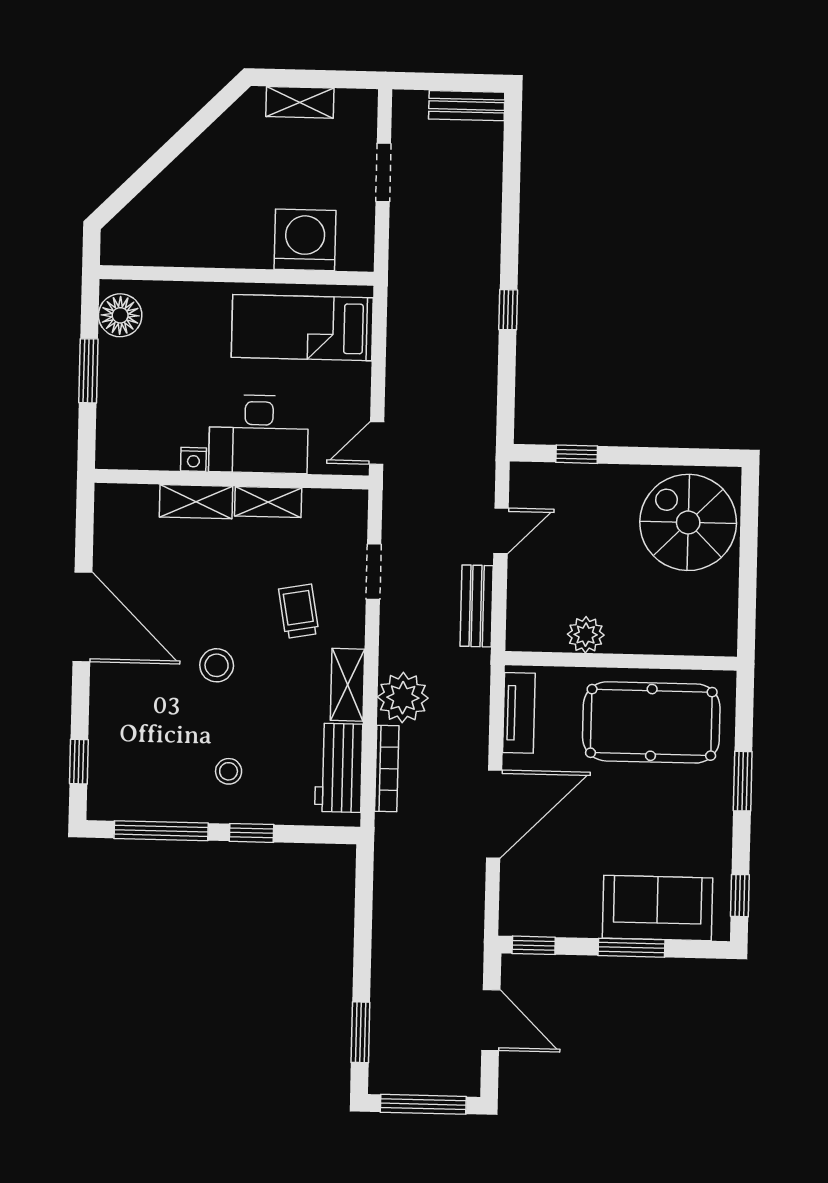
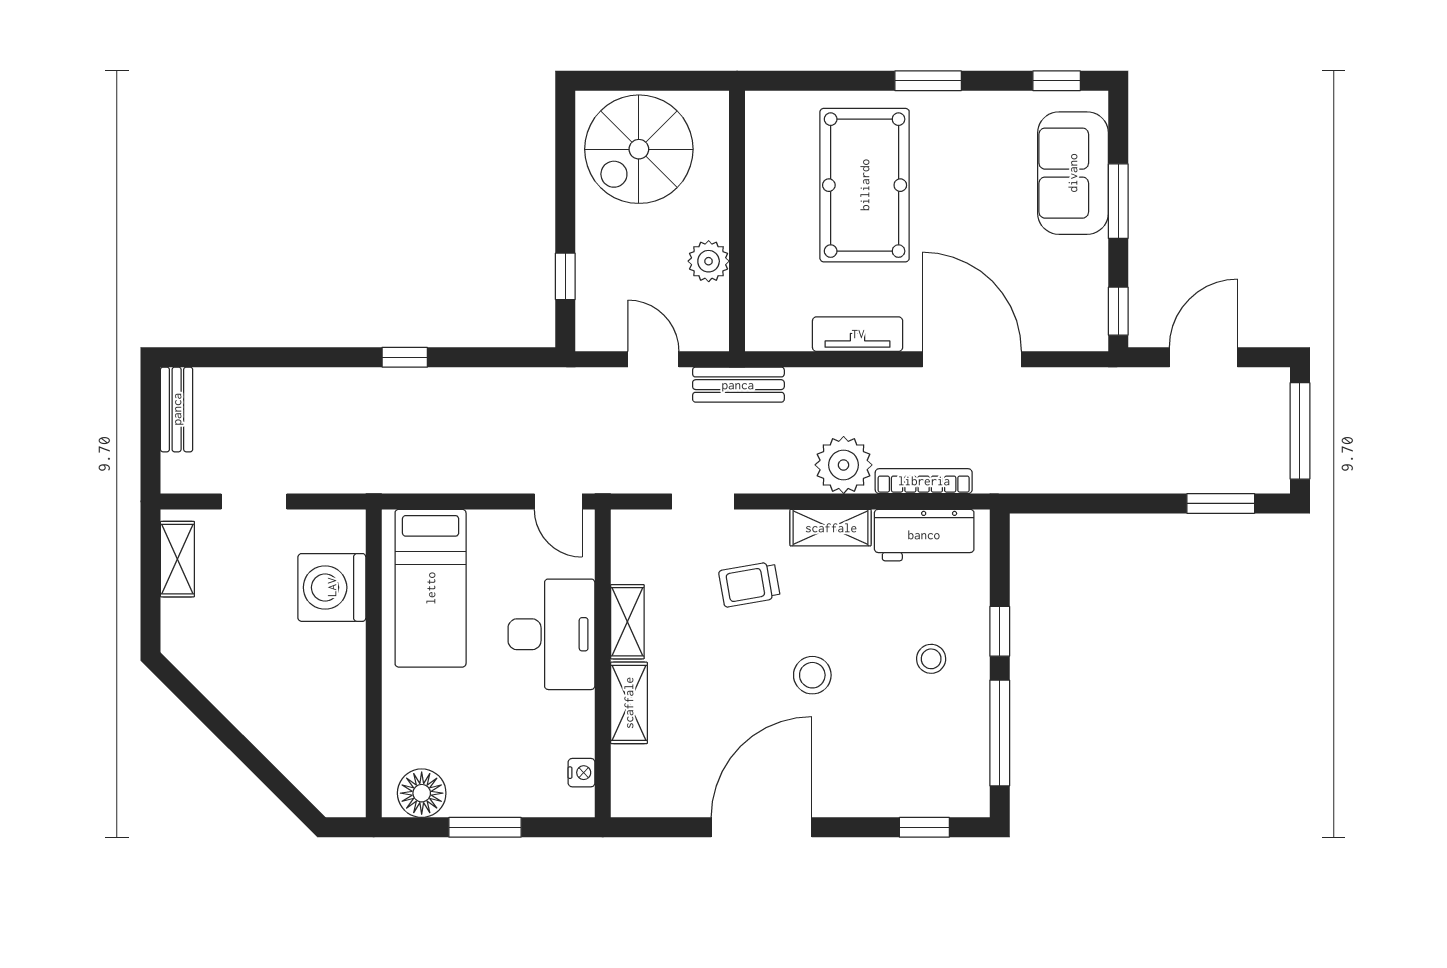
shelving: (300, 102) -> (177, 559), moved
nightstand: (193, 459) -> (582, 773), moved
plant: (586, 635) -> (709, 261), moved
wall: (621, 661) -> (737, 221), moved

